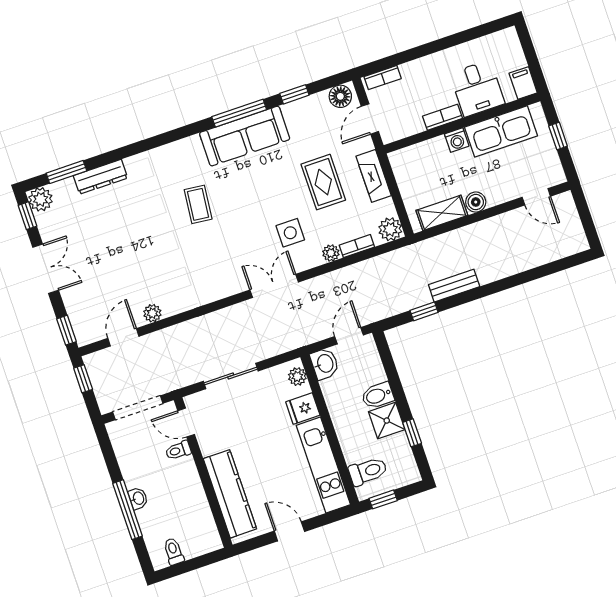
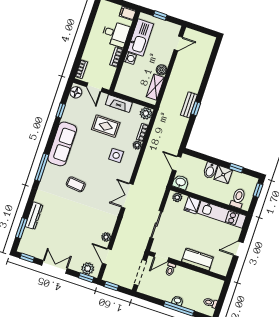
window: (239, 113) -> (42, 167), moved
plant: (41, 199) -> (88, 268), moved
double door: (274, 286) -> (127, 196), moved
window: (424, 311) -> (196, 109), moved
kitchen counter: (230, 494) -> (197, 259), width x0.67
window: (383, 499) -> (258, 190), moved

